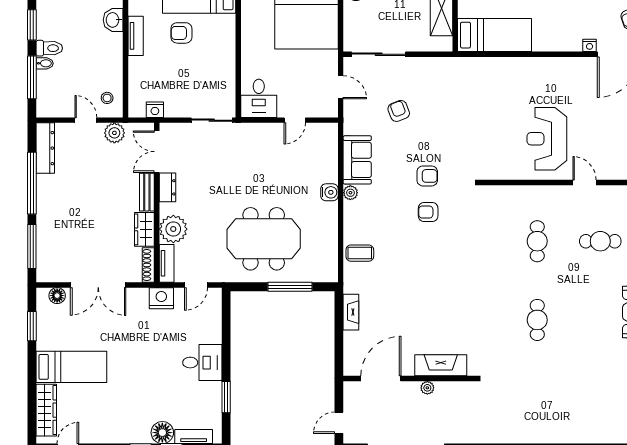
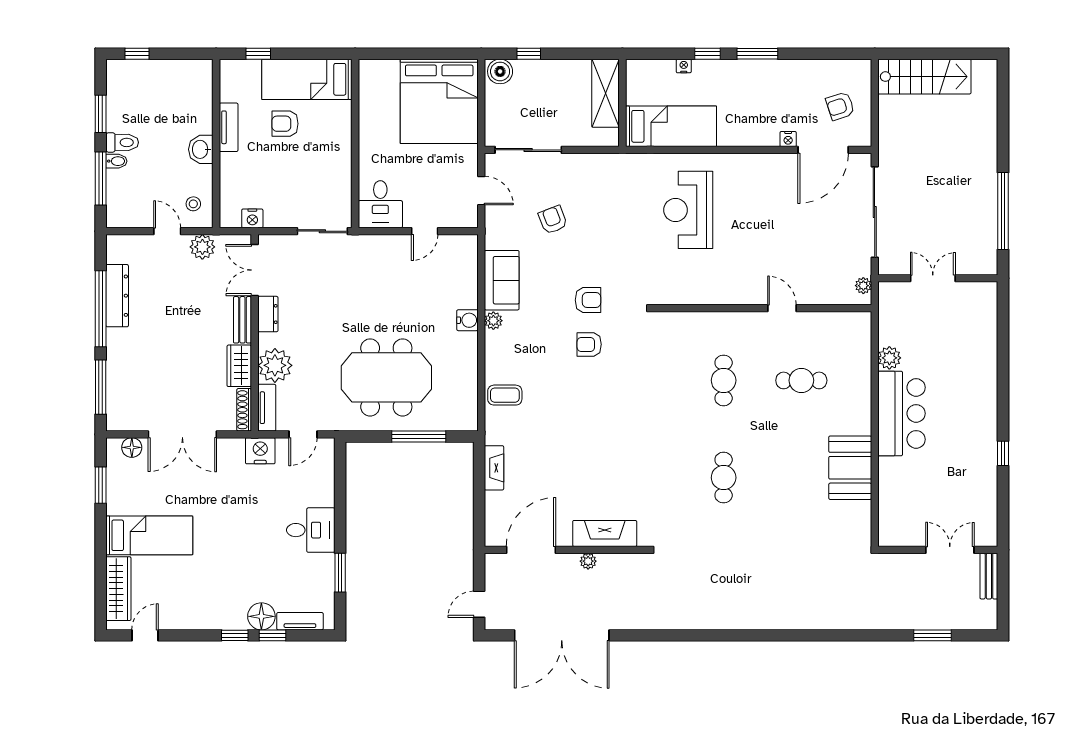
washbasin: (113, 20) -> (201, 149), moved
reception desk: (547, 139) -> (688, 210), moved
dresser: (45, 148) -> (117, 296), moved

